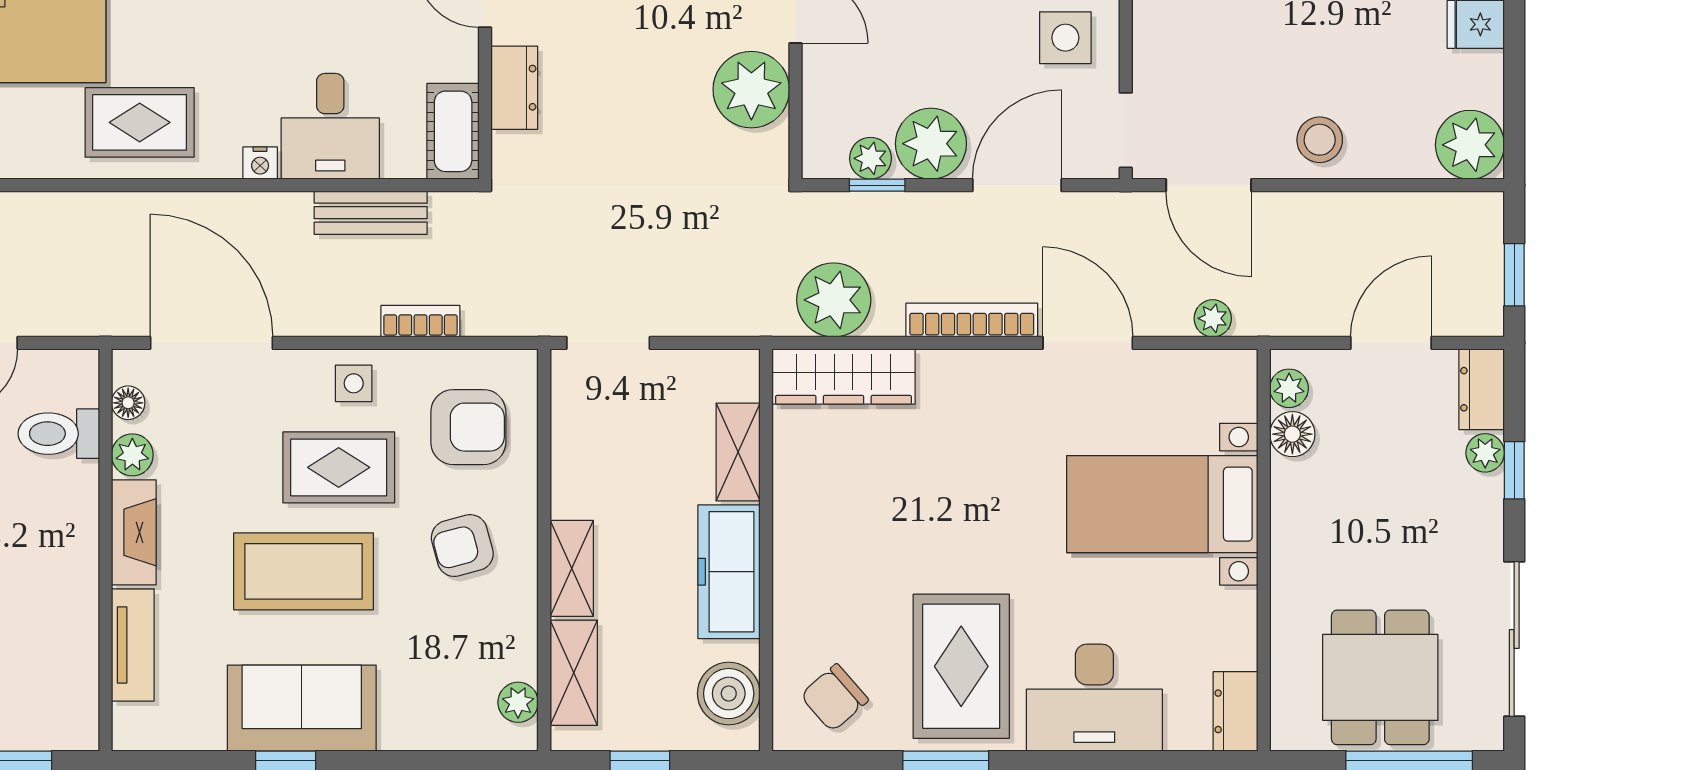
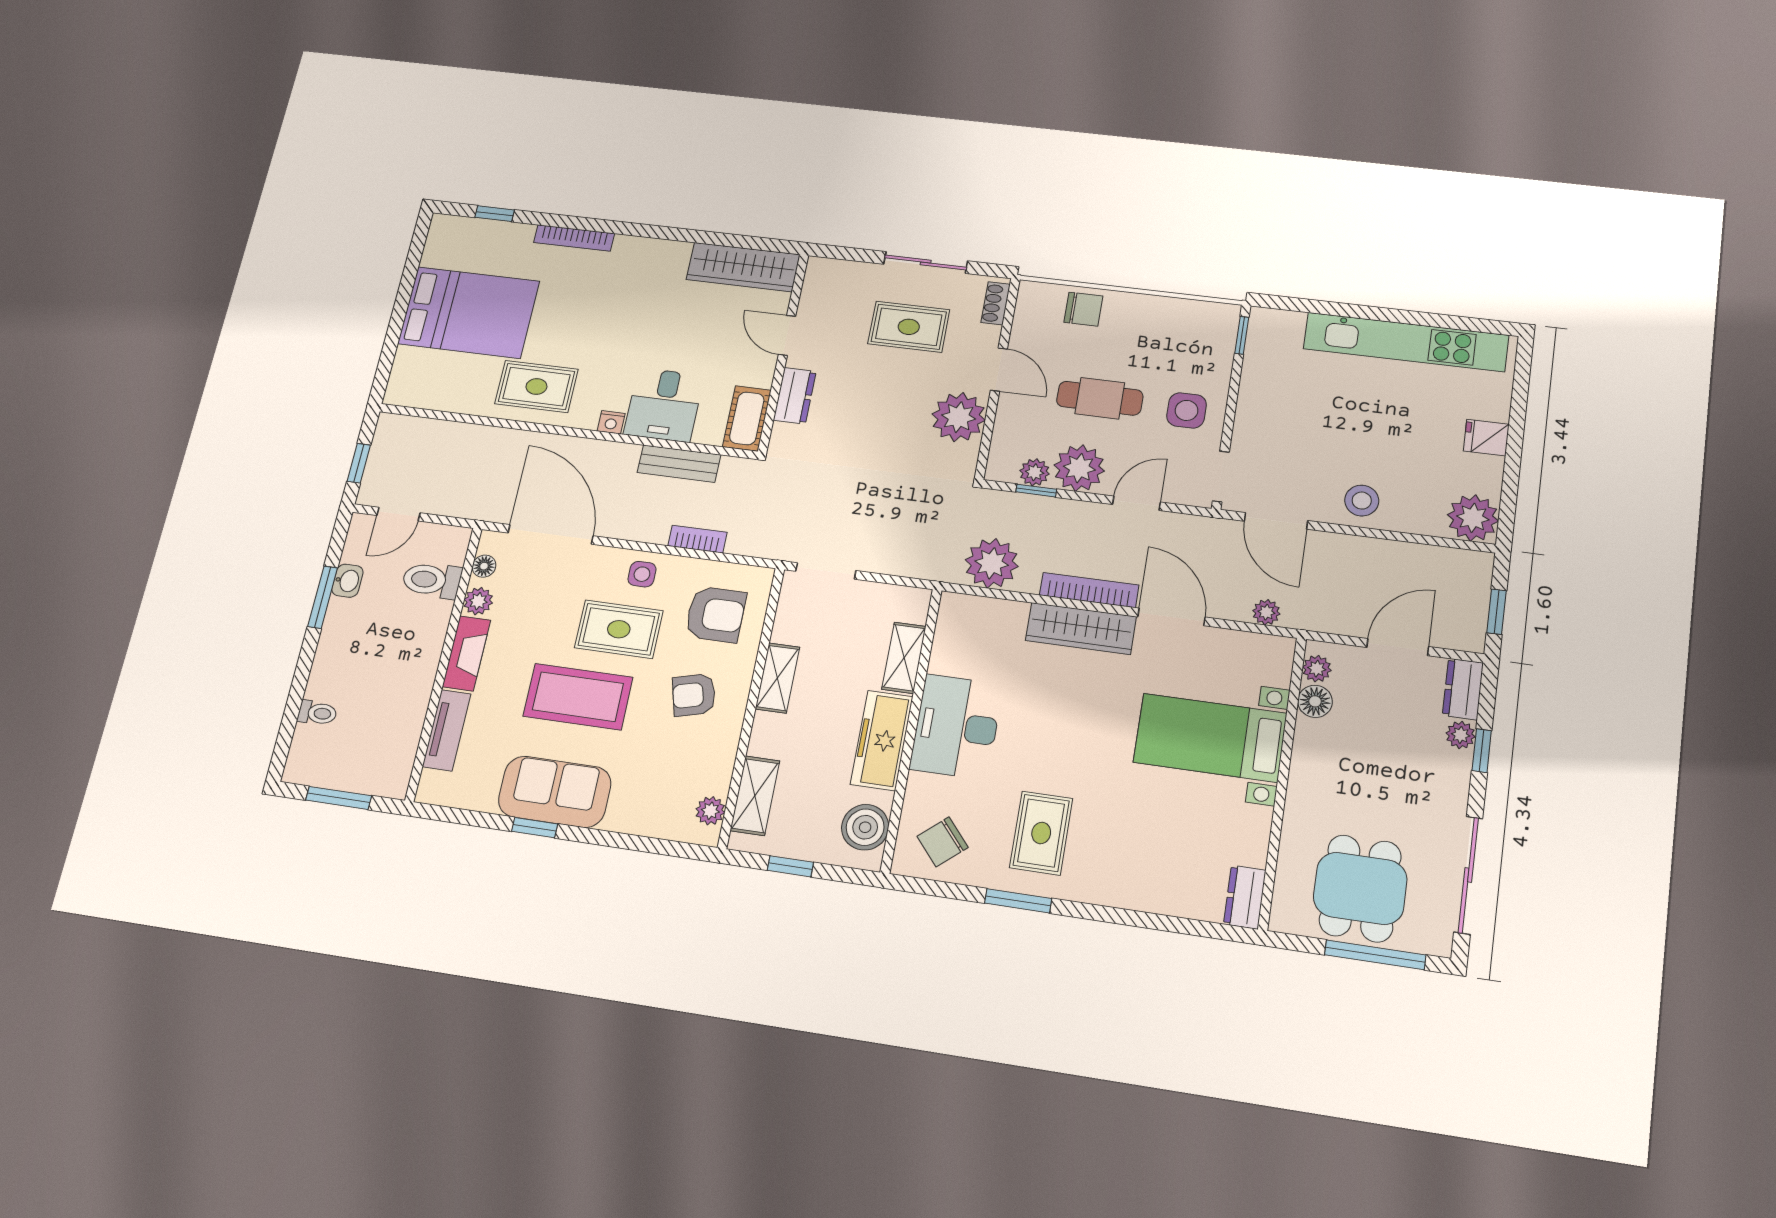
cafe table: (943, 35) -> (1100, 398), added
door: (1017, 185) -> (1137, 503), width x0.73
wardrobe: (844, 377) -> (1081, 628), moved
shelving: (572, 568) -> (777, 678), moved
rug: (961, 666) -> (1041, 833), width x0.73, depth x0.70
desk: (1094, 698) -> (956, 727), moved, turned 90

